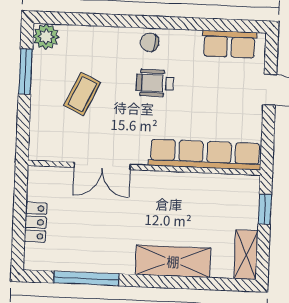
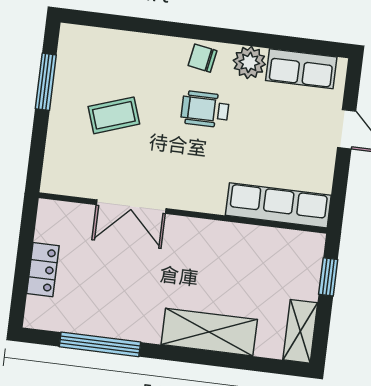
plant: (46, 37) -> (249, 62), moved
coffee table: (82, 94) -> (114, 115), turned 46
row of seats: (205, 155) -> (278, 205), width x0.73

